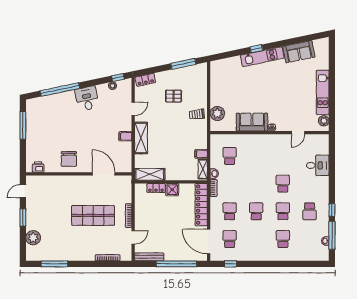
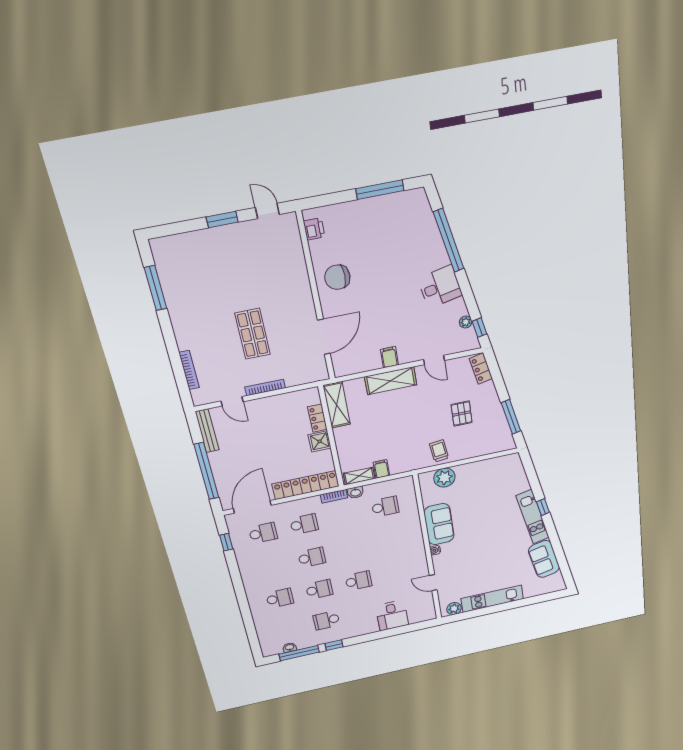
shop shelf: (93, 215) -> (253, 334), width x0.70, depth x0.74
plant: (33, 238) -> (191, 244), removed

